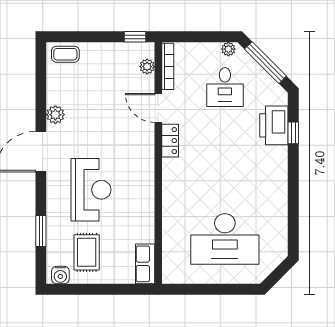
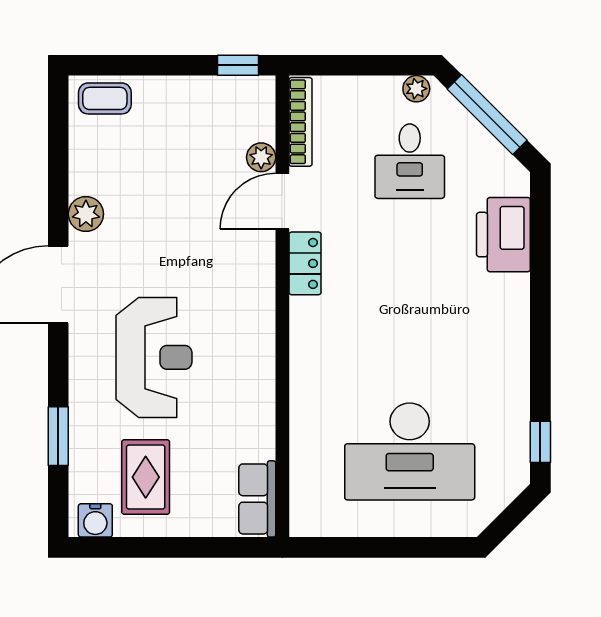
plant: (147, 67) -> (261, 157), moved
door: (158, 108) -> (282, 201), hinge flipped
window: (293, 133) -> (540, 442), moved

